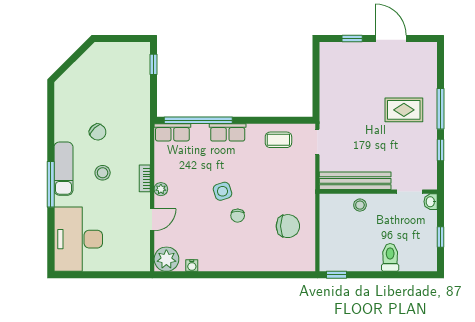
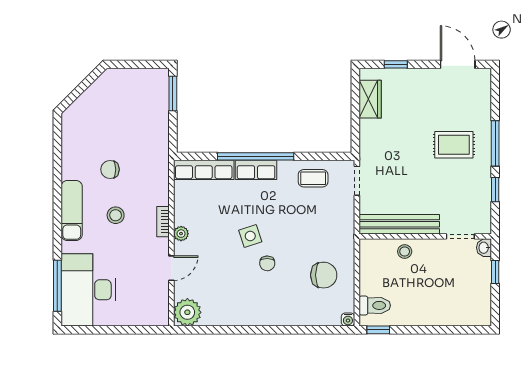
door: (391, 39) -> (458, 64), moved
window: (154, 64) -> (173, 94), width x1.50
wardrobe: (329, 69) -> (370, 99), added
window: (198, 120) -> (256, 156), moved
chair: (98, 132) -> (110, 169), turned 134
row of seats: (172, 132) -> (204, 170), width x1.48
window: (51, 184) -> (57, 286), moved
window: (440, 237) -> (495, 272), moved
toilet: (390, 257) -> (375, 305), moved, turned 90
water cooler: (192, 266) -> (348, 319), moved

